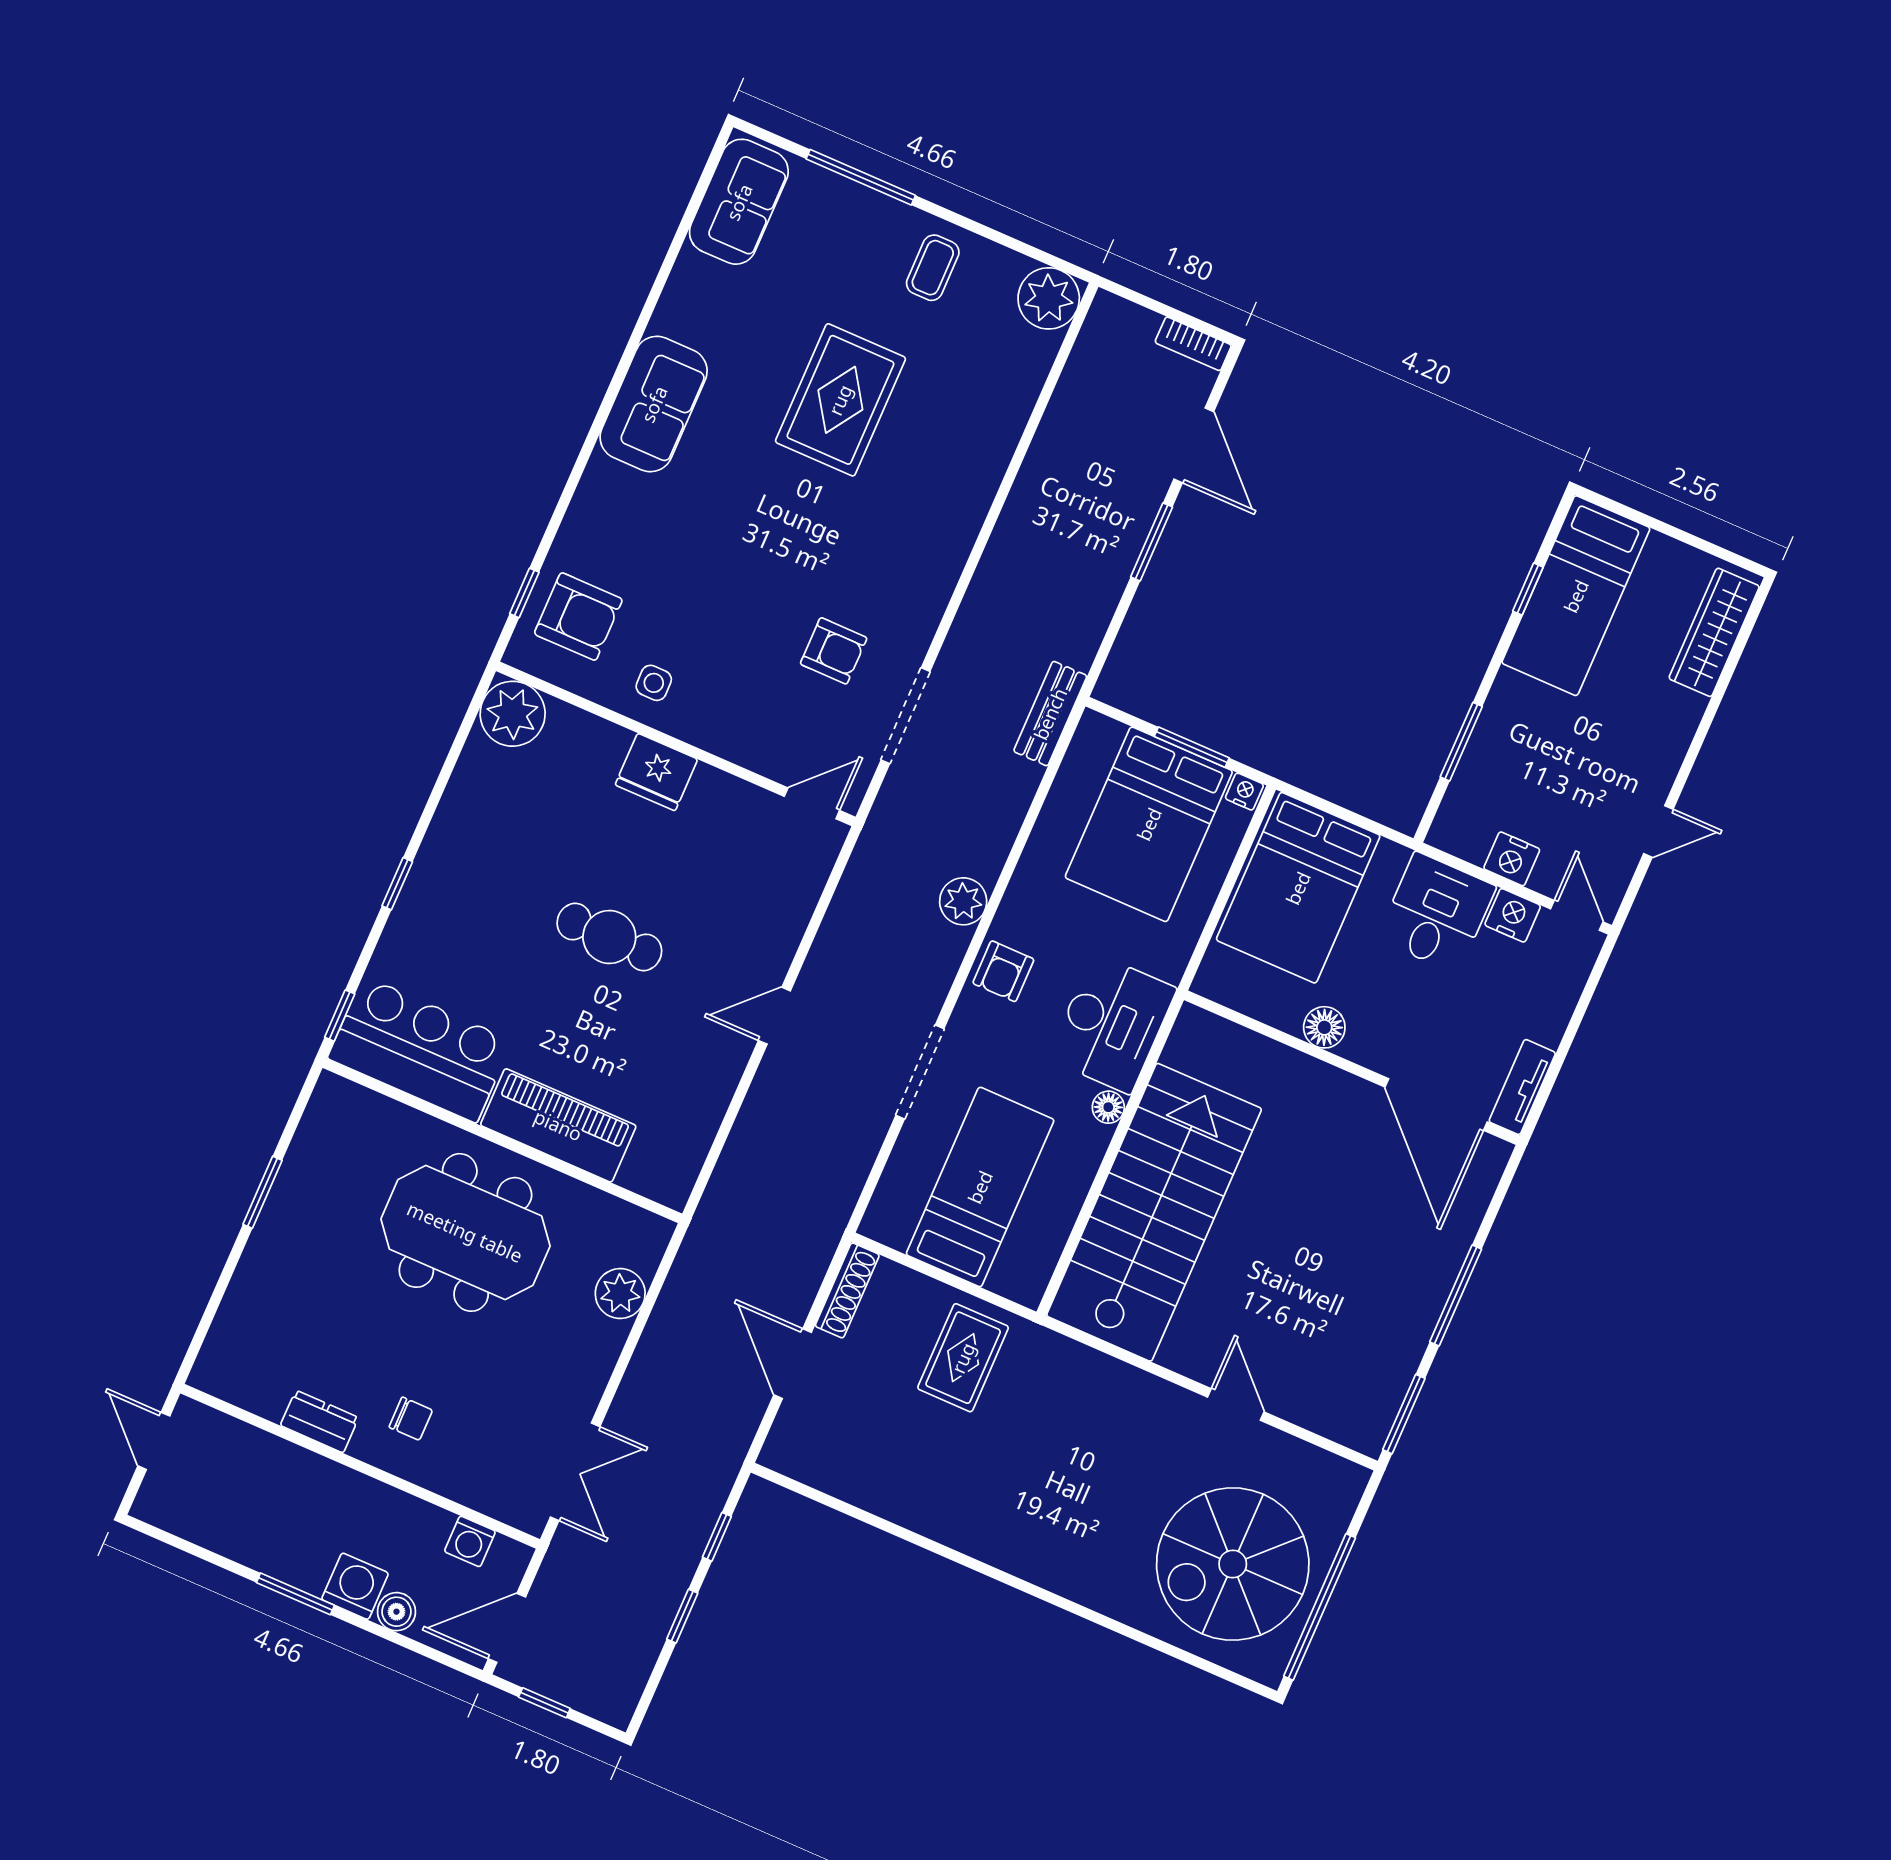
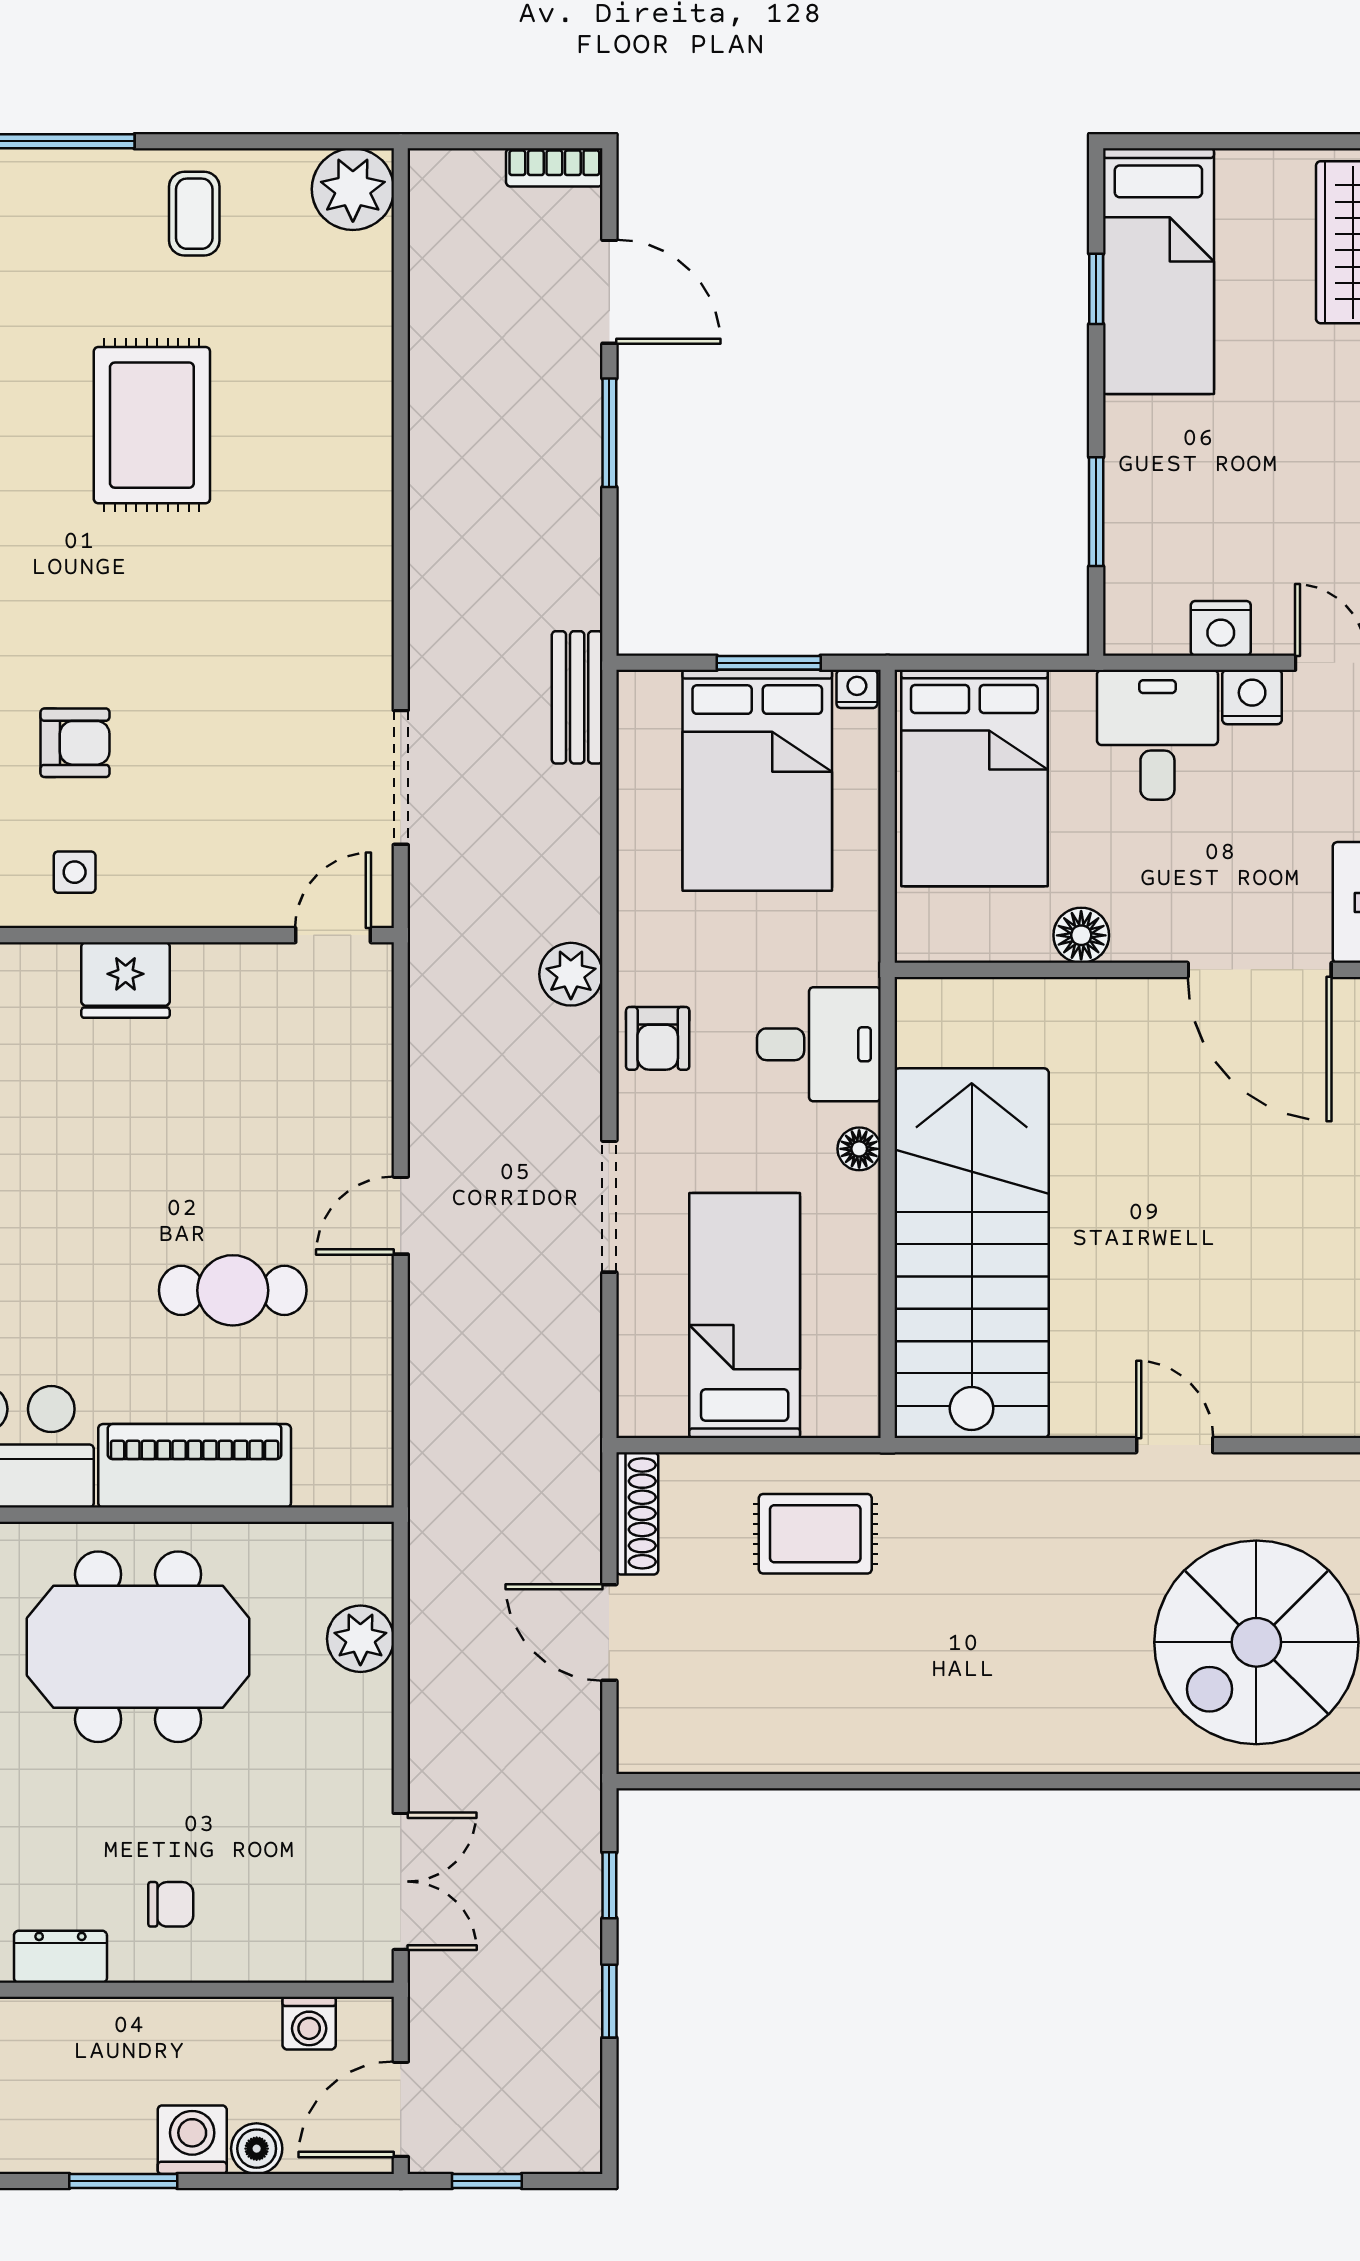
armchair: (834, 651) -> (75, 743), moved
cafe table: (609, 937) -> (233, 1290), moved
desk: (1112, 1024) -> (819, 1044), width x0.73
rug: (963, 1358) -> (815, 1534), turned 90

